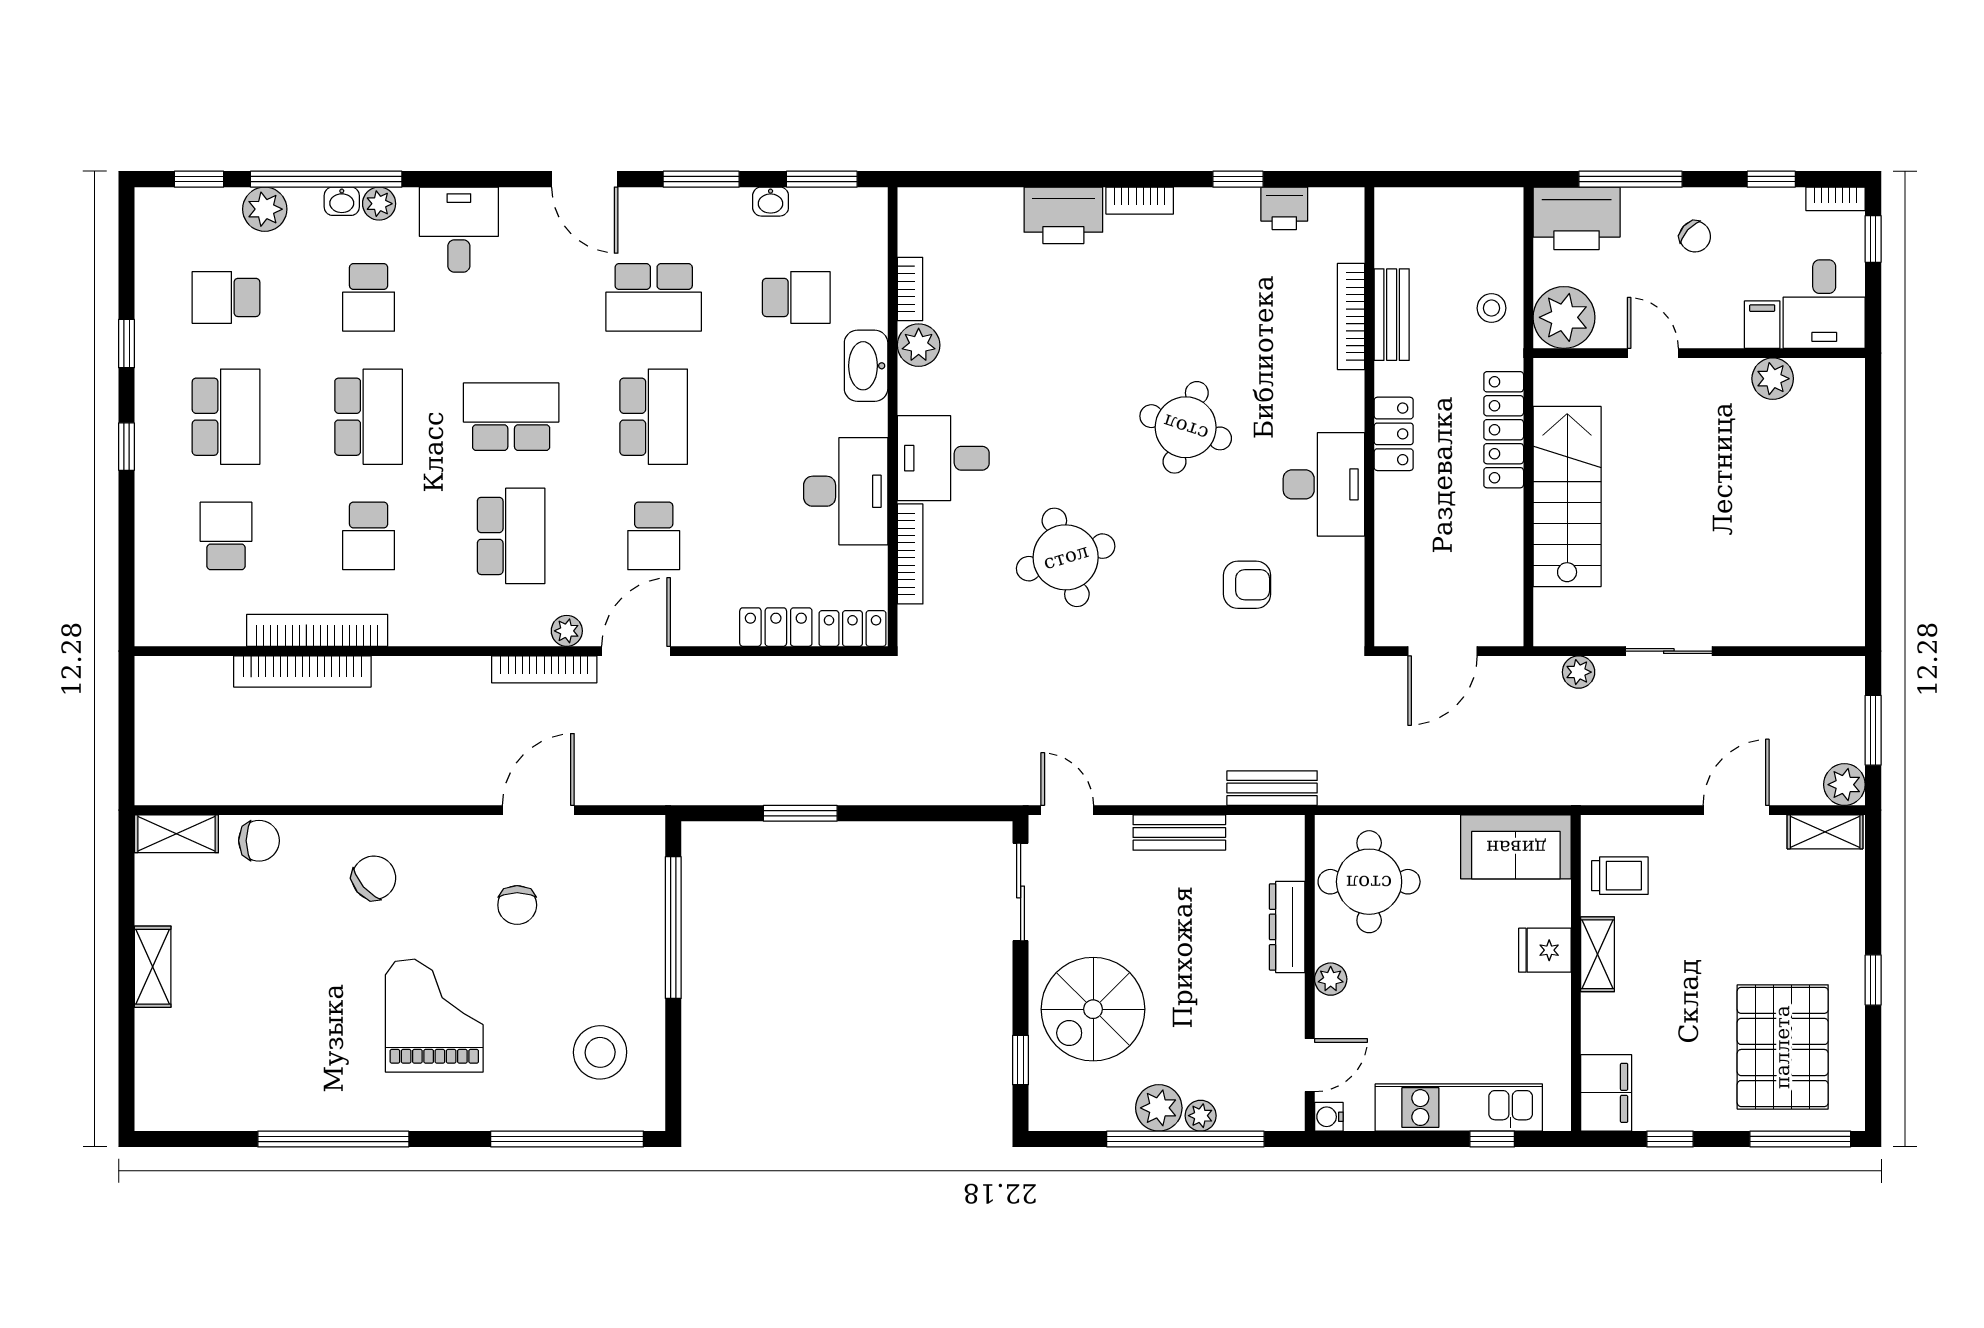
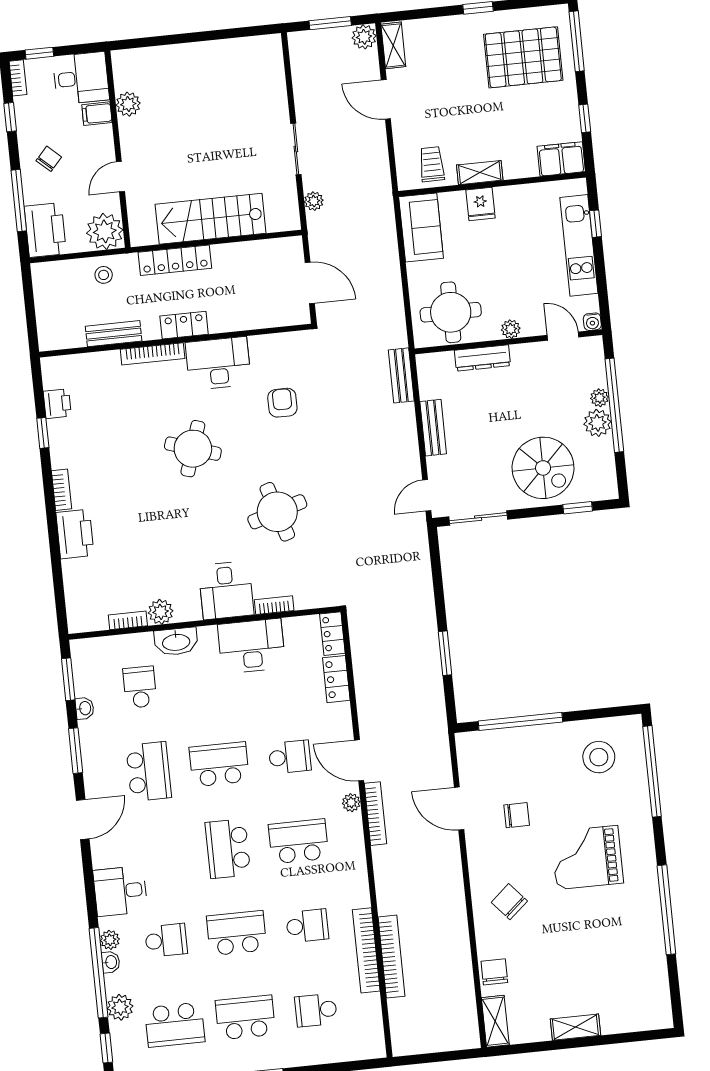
school desk: (226, 297) -> (175, 1025), width x1.85
bookcase: (1351, 316) -> (153, 354), moved
bookcase: (910, 554) -> (274, 605), width x0.64

